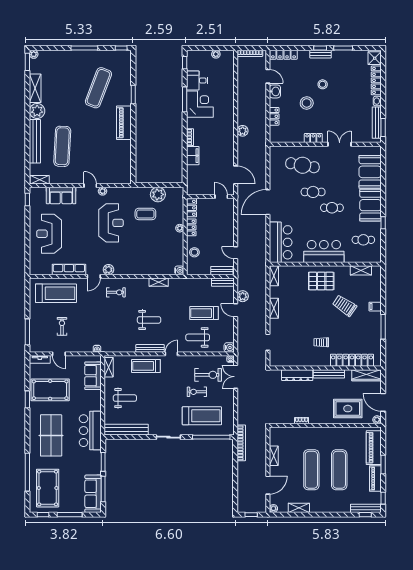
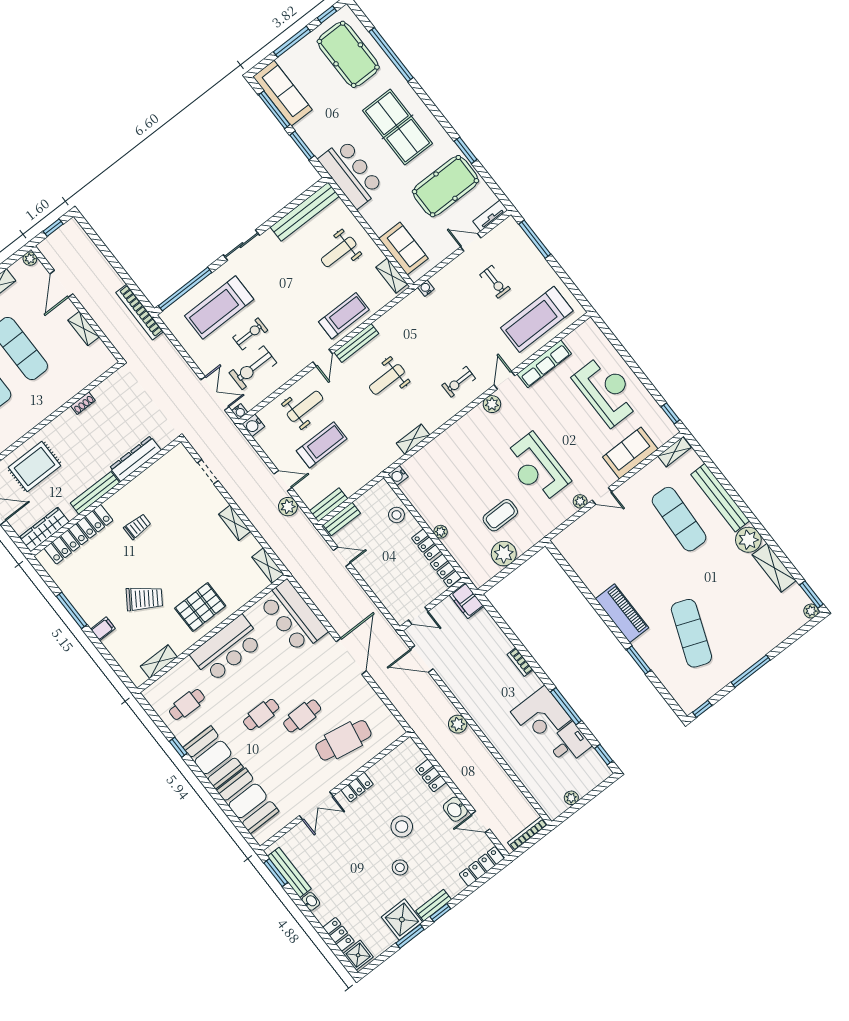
shower: (341, 59) -> (402, 920), added
locker: (376, 80) -> (339, 934), width x0.66
filing cabinet: (193, 156) -> (467, 601), moved

